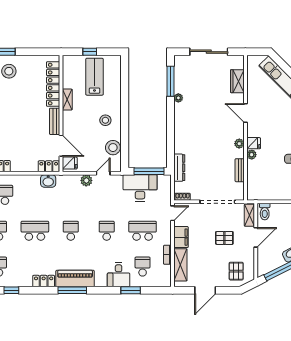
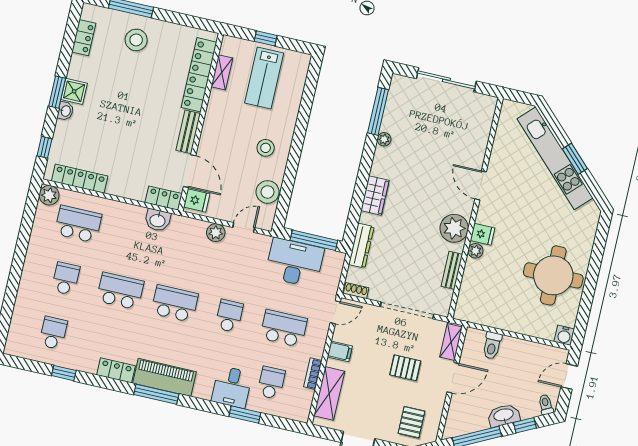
lab bench: (94, 77) -> (264, 78), turned 180
wardrobe: (237, 81) -> (375, 195), moved, turned 180
shelving: (67, 100) -> (222, 72), moved
plant: (239, 144) -> (454, 228), width x1.87, depth x1.87
toilet: (265, 211) -> (492, 345), moved
school desk: (71, 231) -> (175, 303), width x1.85
filing cabinet: (181, 237) -> (340, 351), width x0.50

